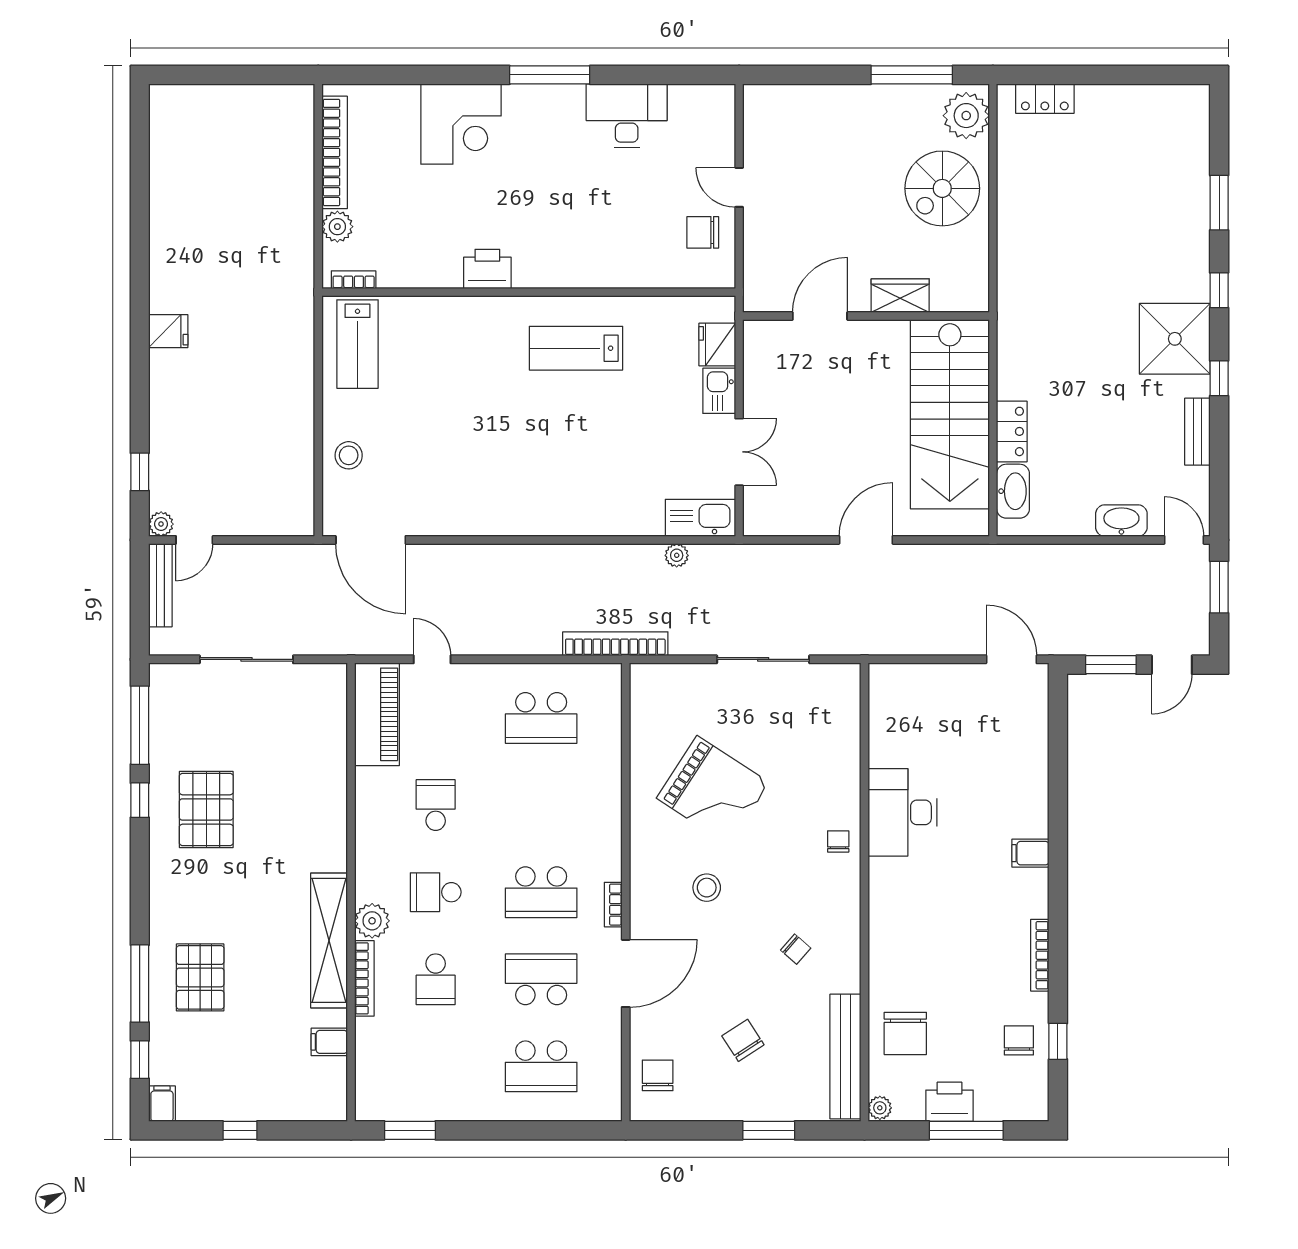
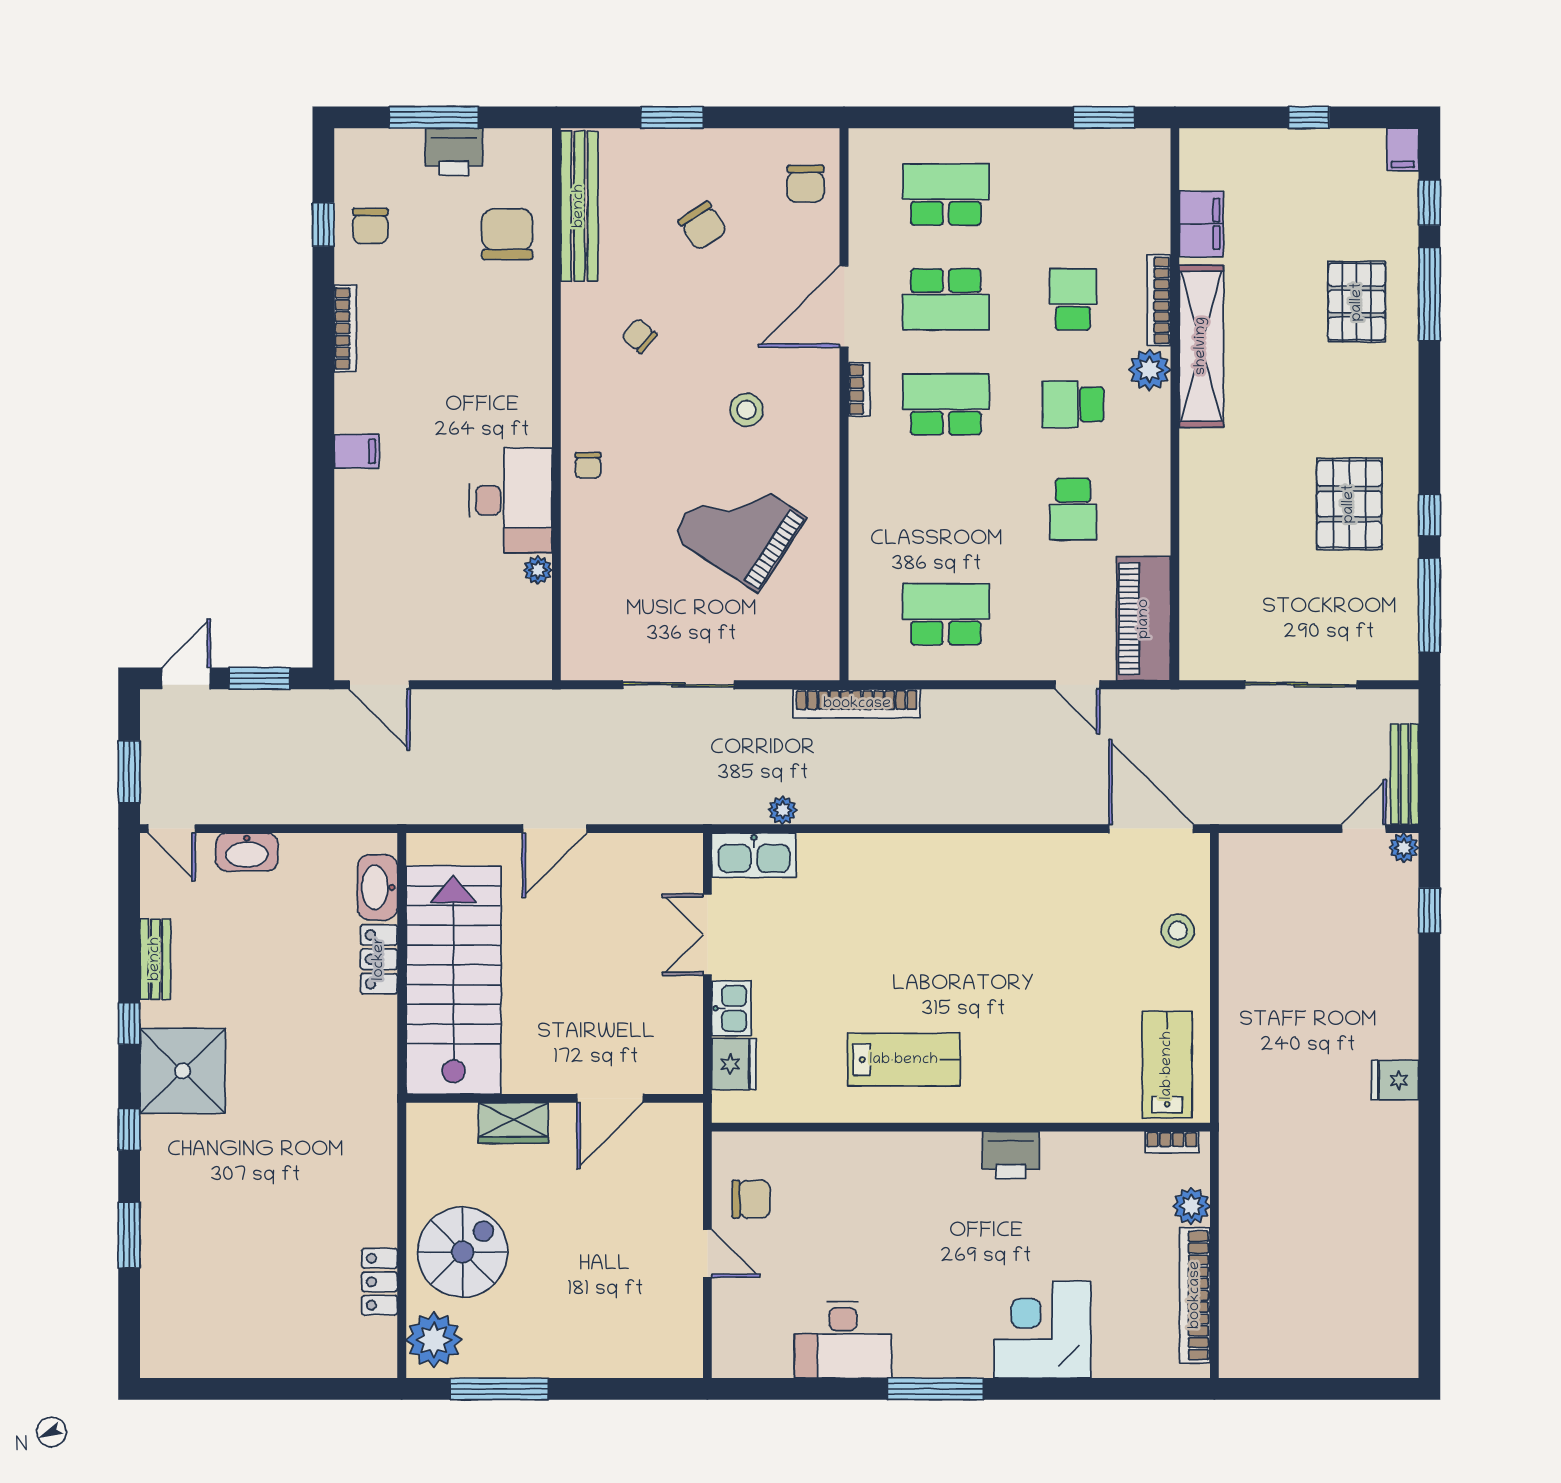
locker: (1045, 99) -> (380, 1282), moved, turned -90
school desk: (436, 892) -> (1073, 404), turned 180
filing cabinet: (329, 1042) -> (1201, 224), width x2.00
plant: (880, 1108) -> (538, 570), moved

